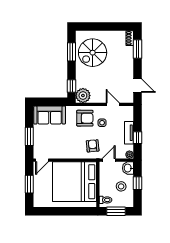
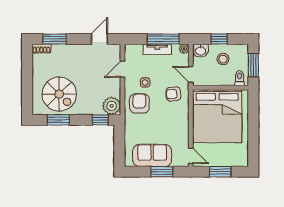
sofa: (50, 115) -> (152, 155), moved, turned -90
window: (138, 138) -> (163, 39), width x2.17

